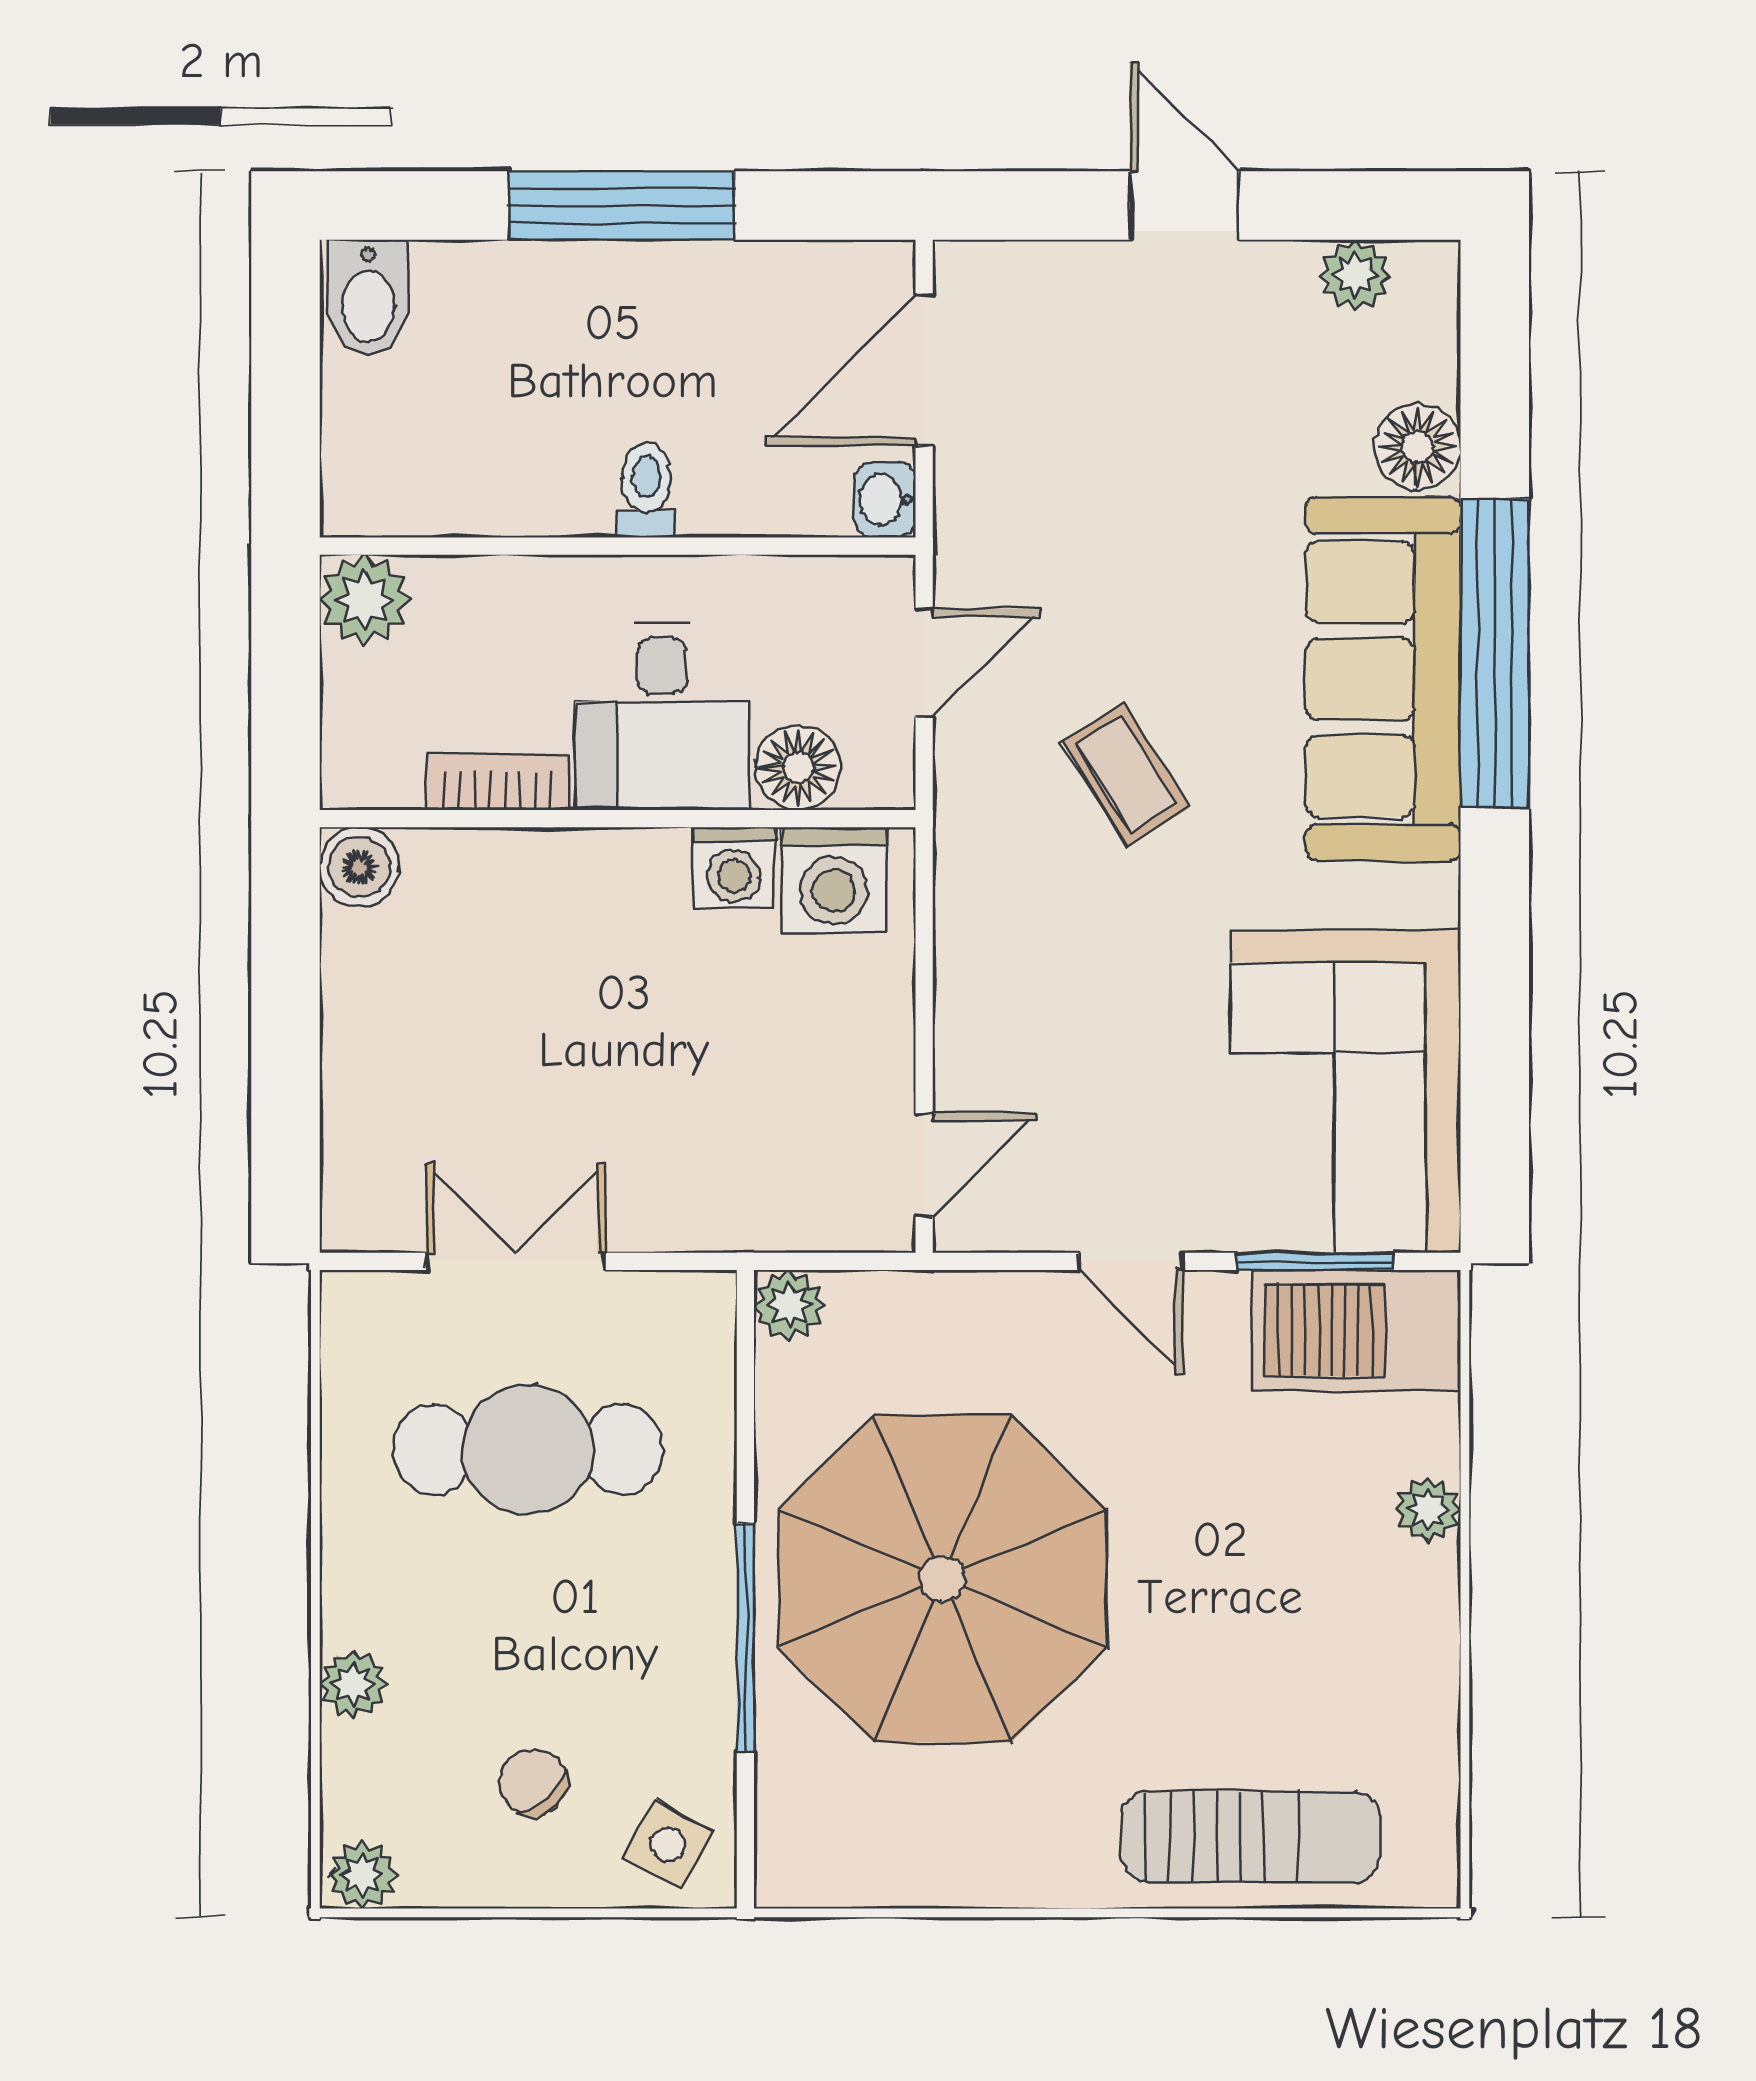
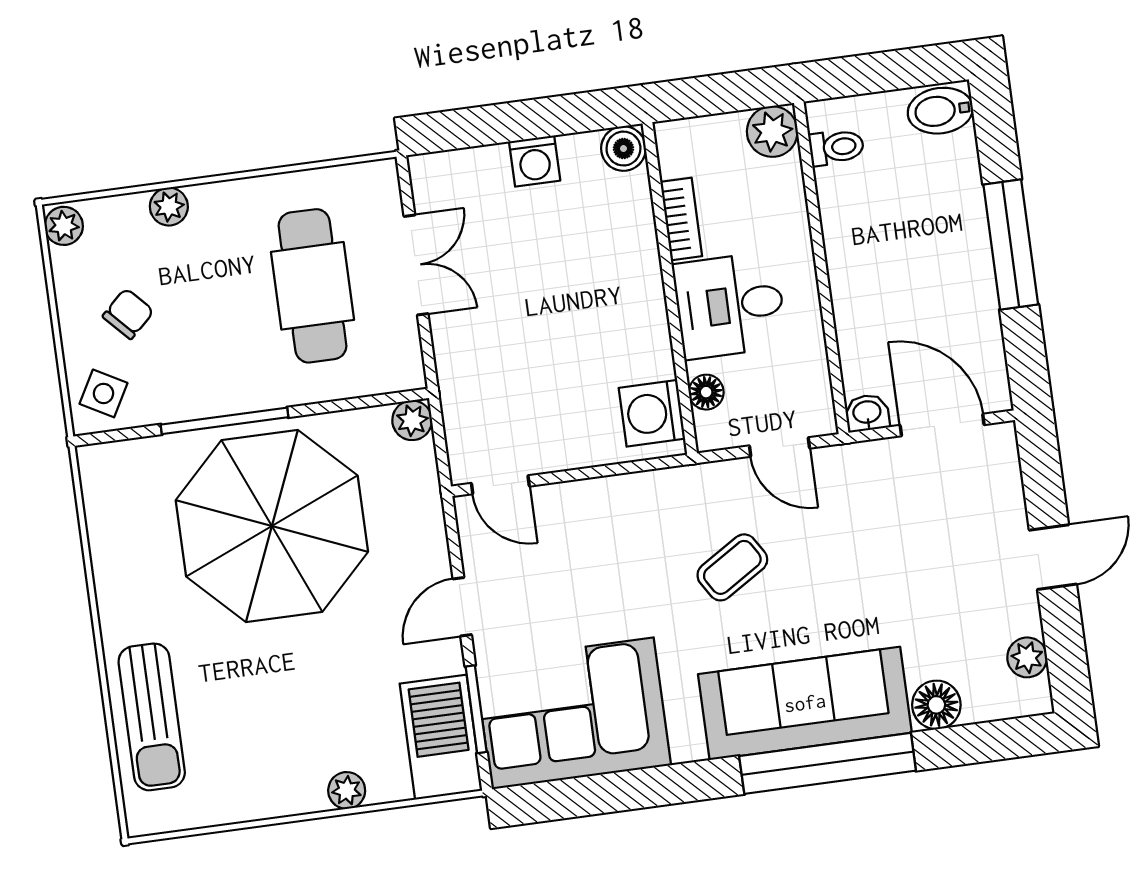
toilet: (646, 490) -> (836, 147), moved
floor lamp: (798, 767) -> (706, 392), width x0.73, depth x0.73
washing machine: (734, 868) -> (535, 161), moved, turned -90

